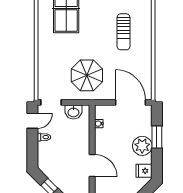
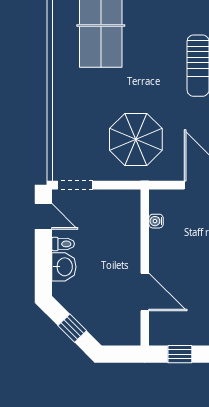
washbasin: (73, 112) -> (64, 267), moved, turned -90
door: (32, 121) -> (43, 216), hinge flipped

